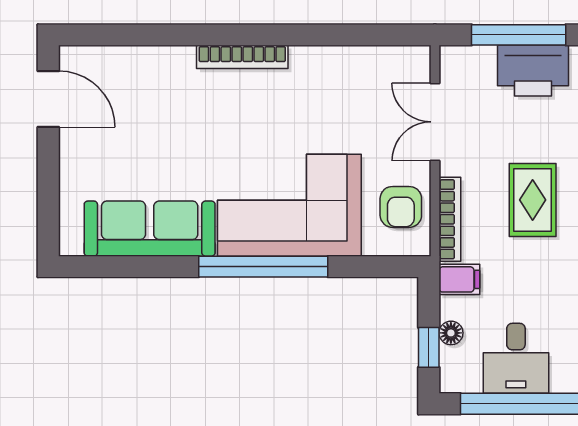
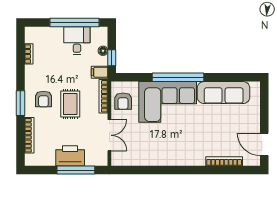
bookcase: (242, 57) -> (224, 161), moved
armchair: (401, 207) -> (123, 101), turned 180
window: (429, 347) -> (112, 58), moved

